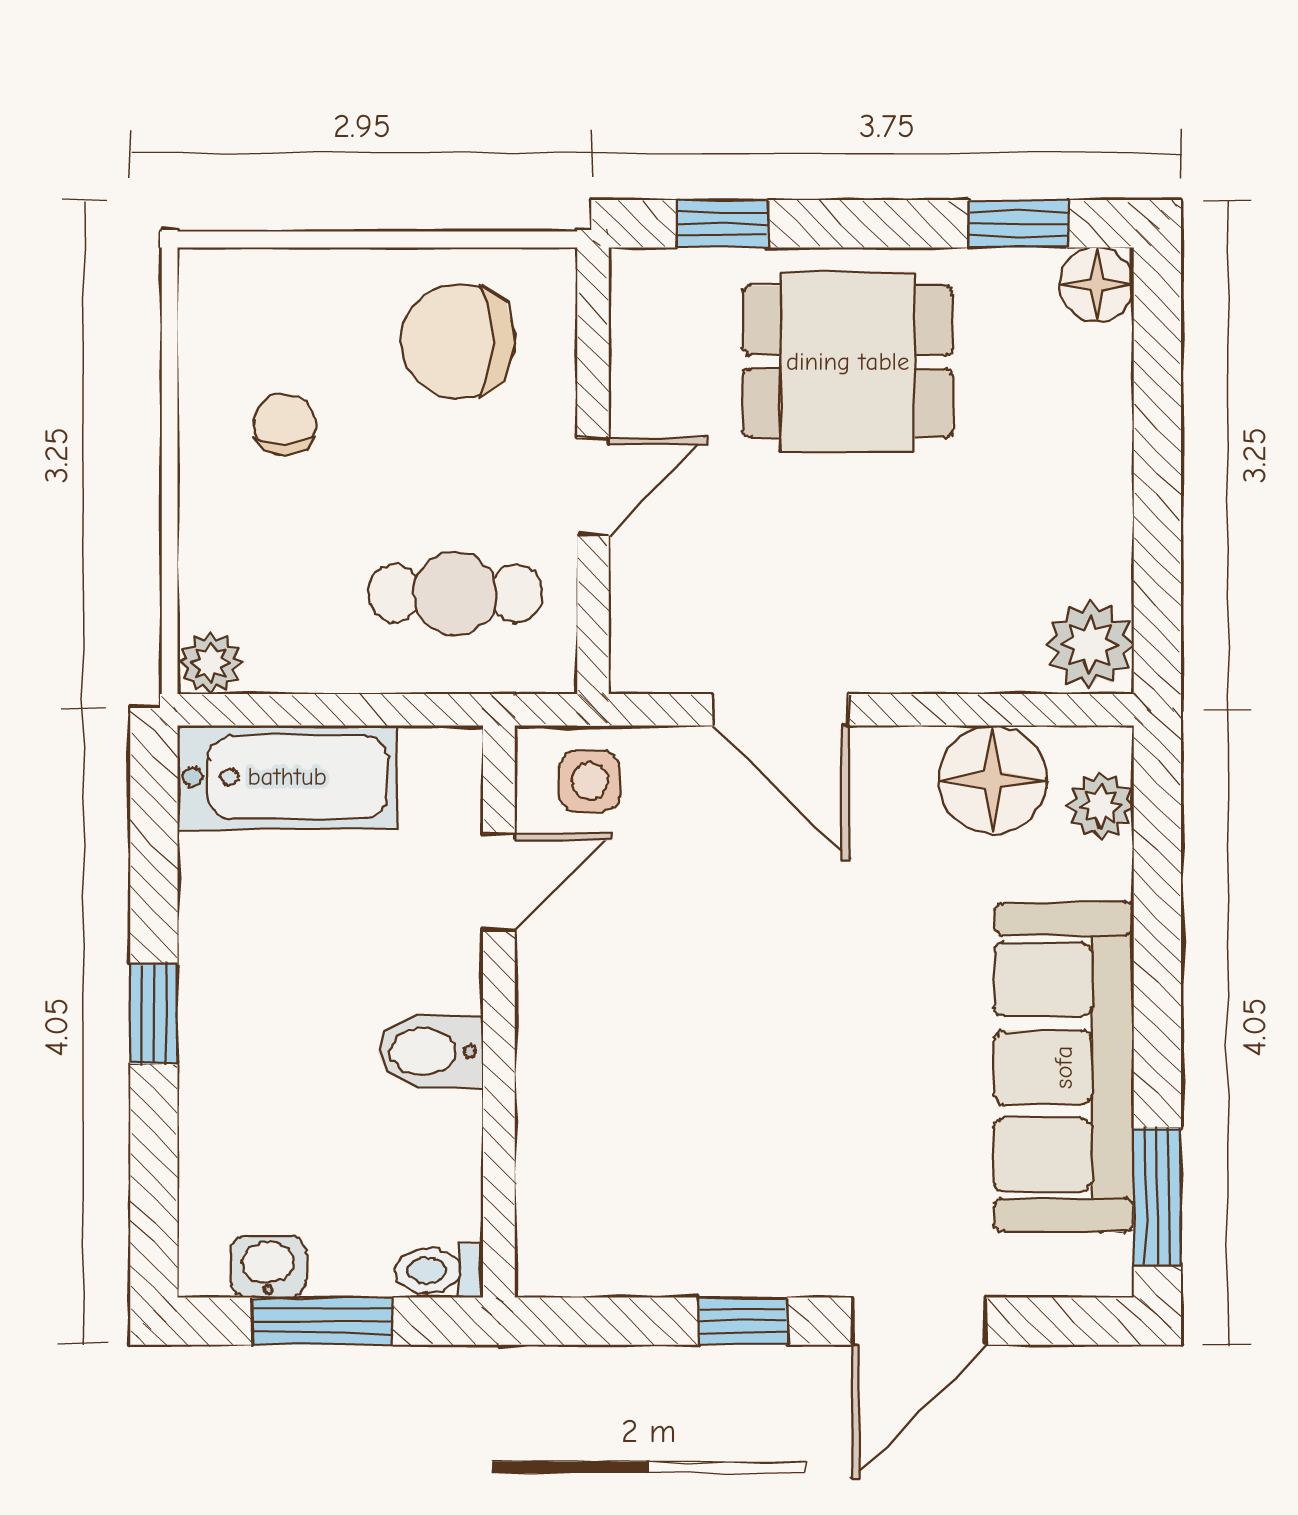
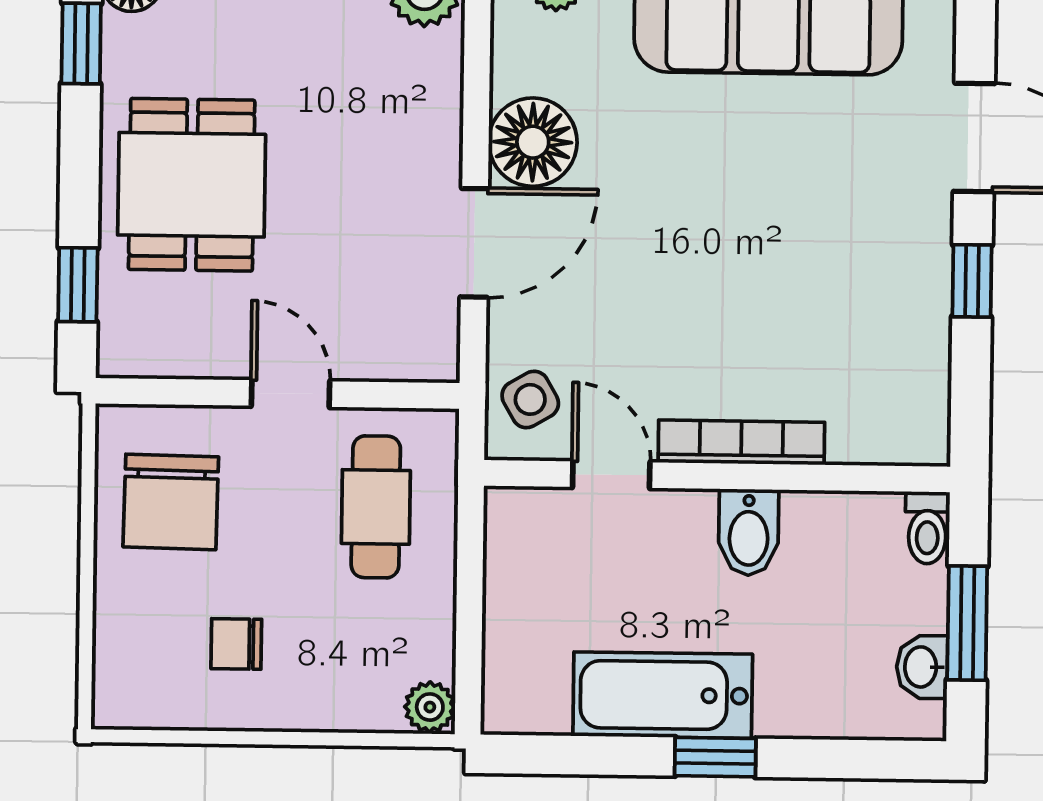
bathtub: (287, 777) -> (663, 695), moved, turned -90
floor lamp: (993, 780) -> (533, 142), moved
side table: (590, 781) -> (530, 399), turned -30
bookcase: (541, 1041) -> (741, 442), added

